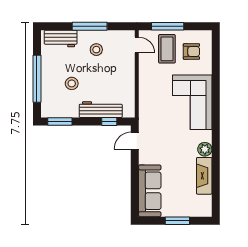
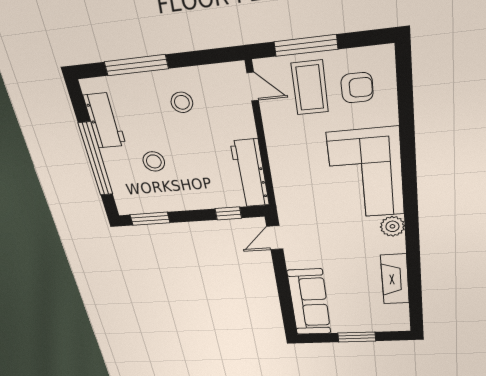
window: (90, 26) -> (136, 65), moved
workbench: (61, 39) -> (105, 121), moved, turned -90
workbench: (101, 110) -> (250, 173), moved, turned -90
plant: (205, 149) -> (392, 226), moved

